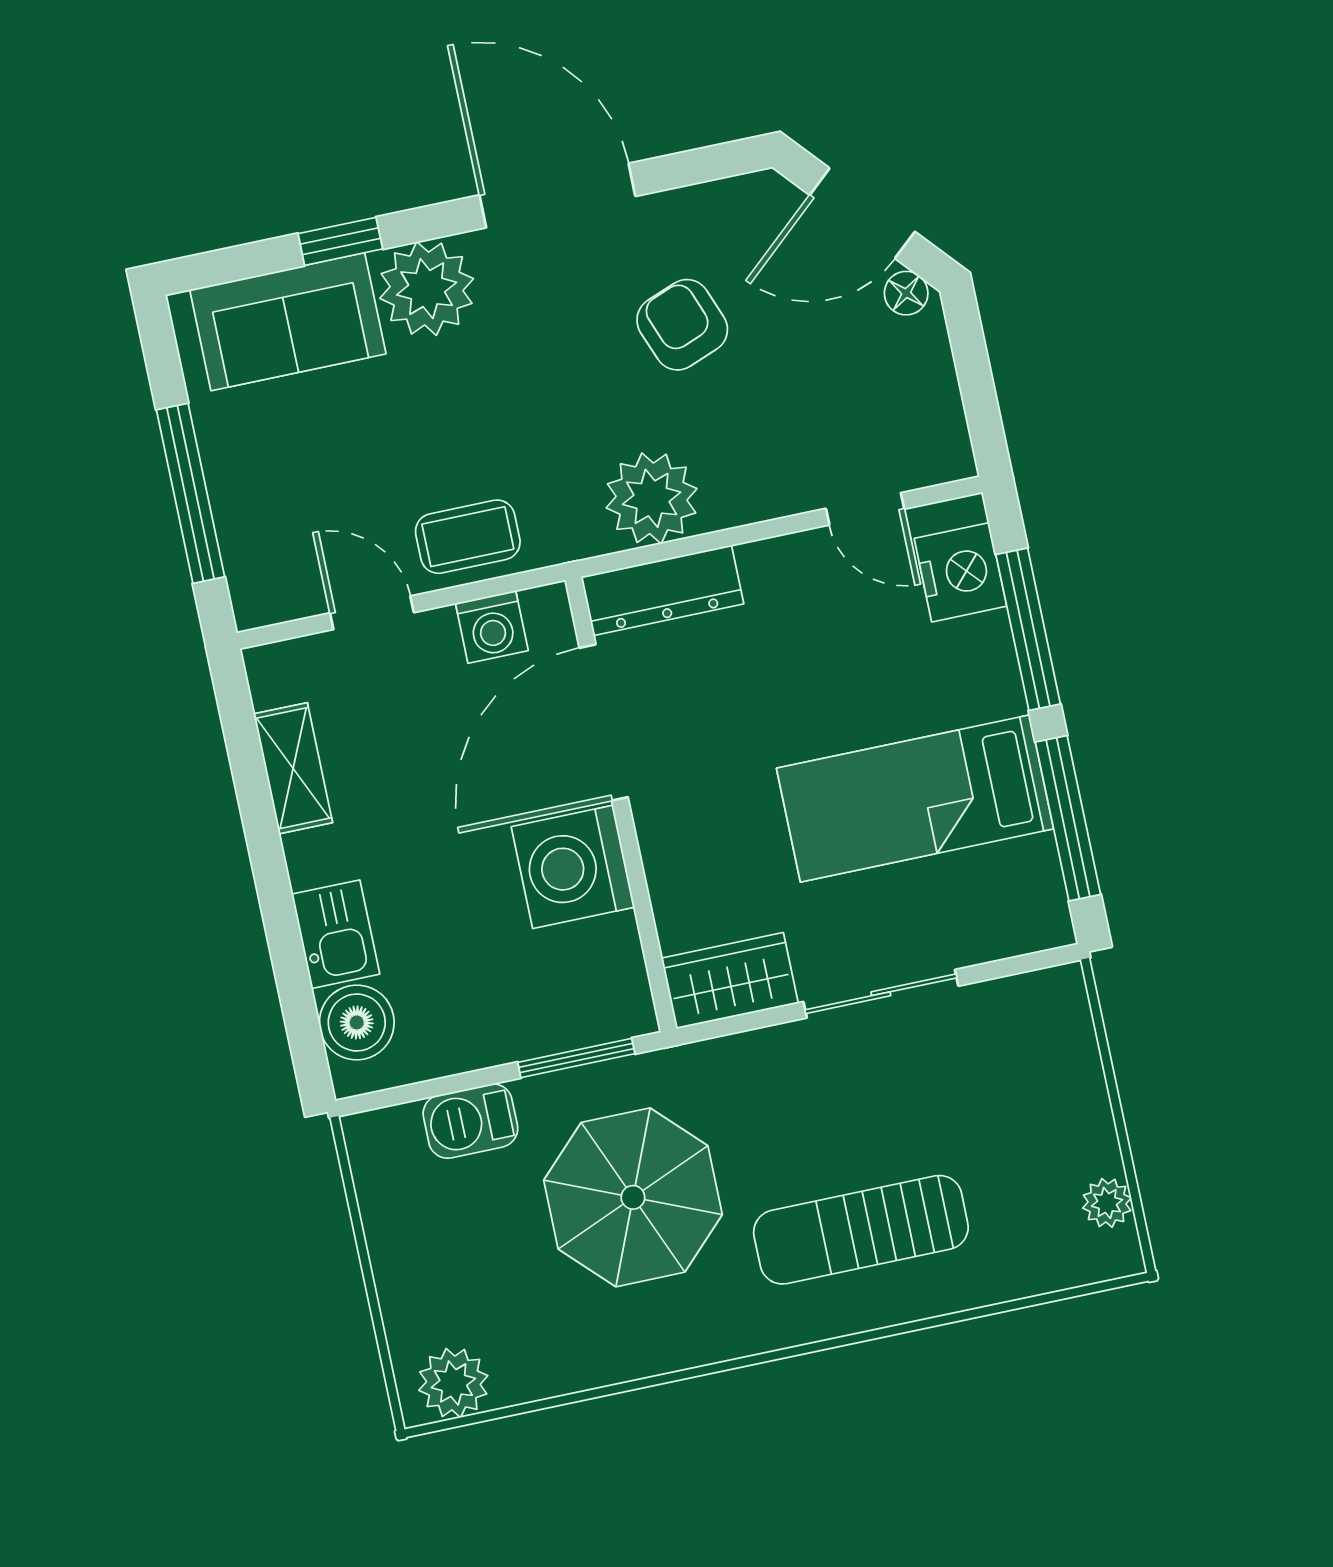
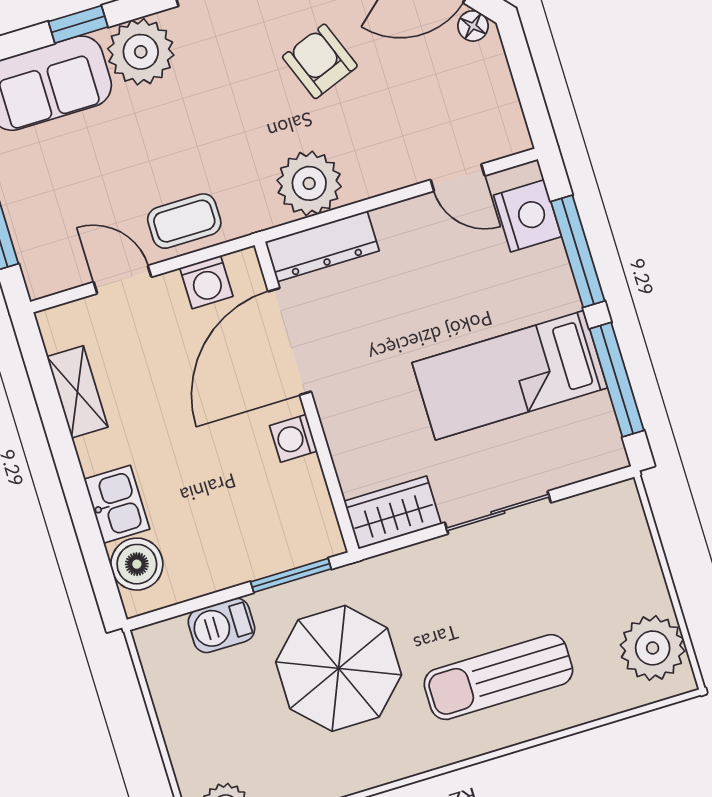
washing machine: (573, 867) -> (293, 438), width x0.53, depth x0.53
plant: (1107, 1203) -> (653, 648), width x1.88, depth x1.88

